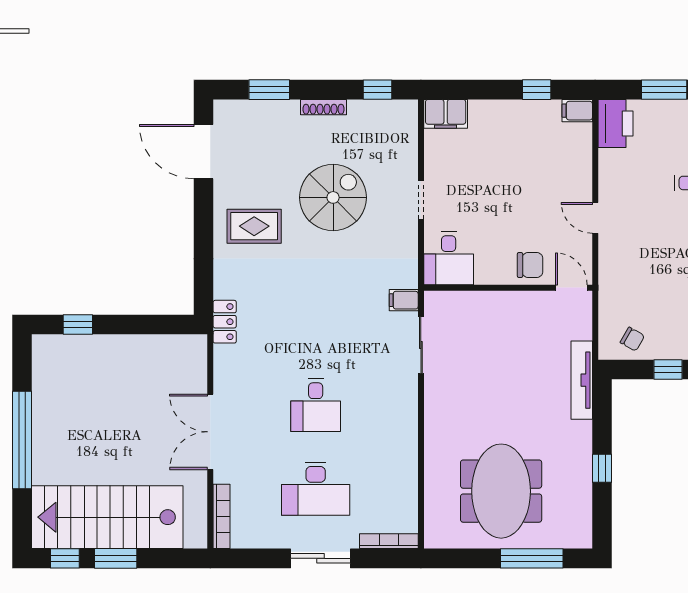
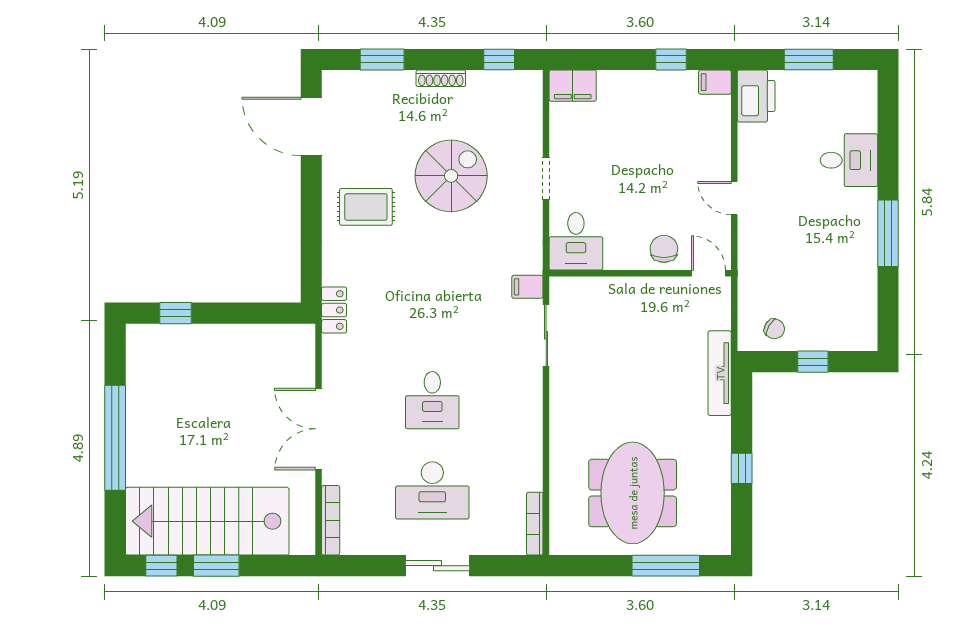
chair: (530, 265) -> (664, 249), turned -90
bookcase: (389, 541) -> (535, 524), moved, turned -90

